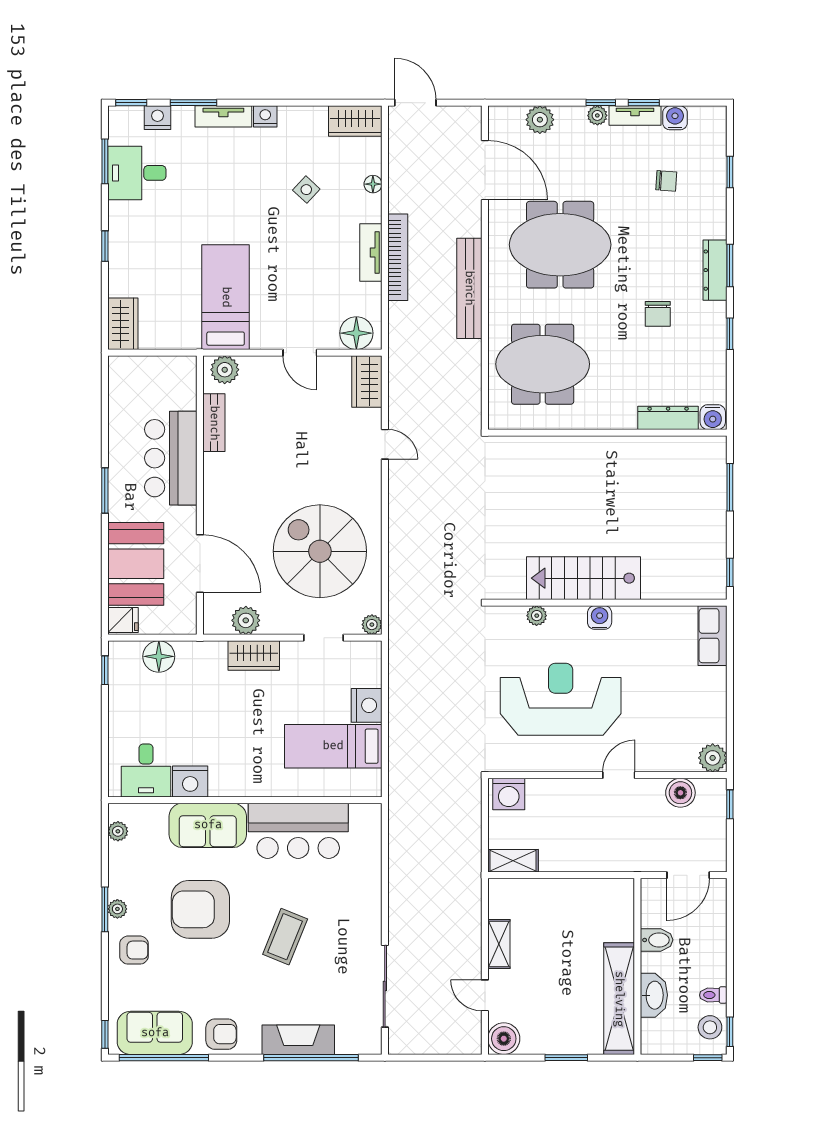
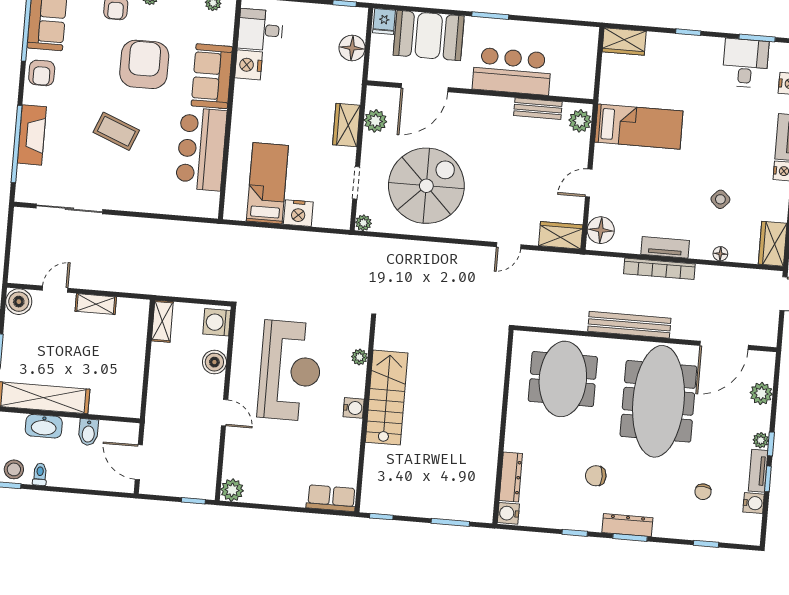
meeting table: (560, 245) -> (658, 401), width x1.36
boiler: (680, 793) -> (214, 362), moved

